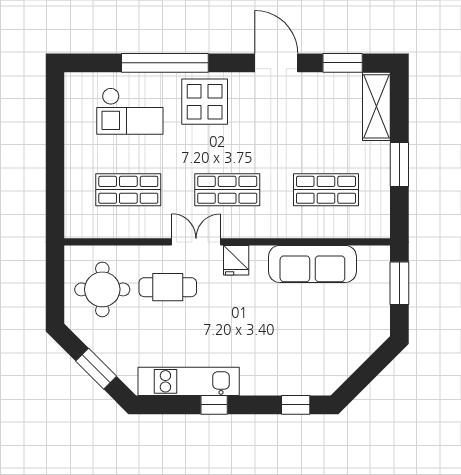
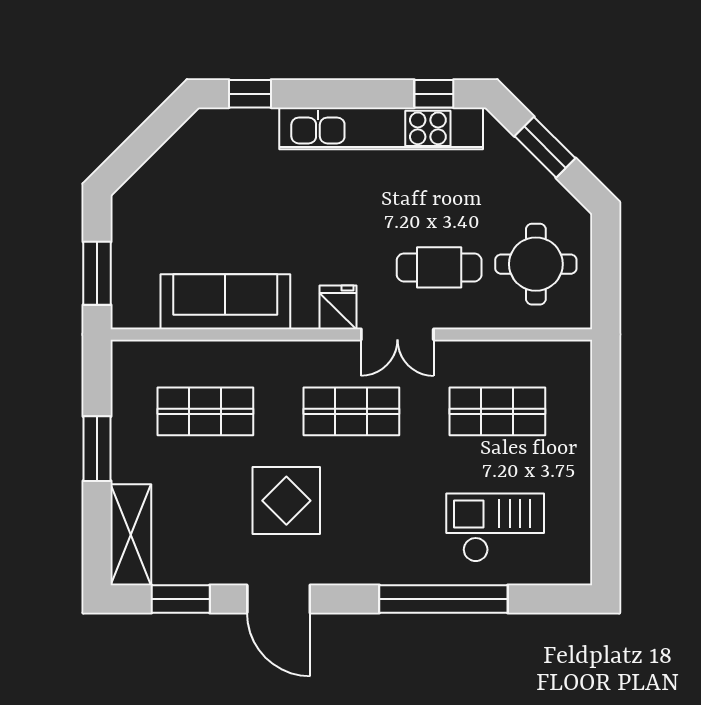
display table: (205, 102) -> (286, 501), moved
kitchen unit: (189, 381) -> (381, 128), width x1.36
window: (214, 405) -> (434, 94), moved

